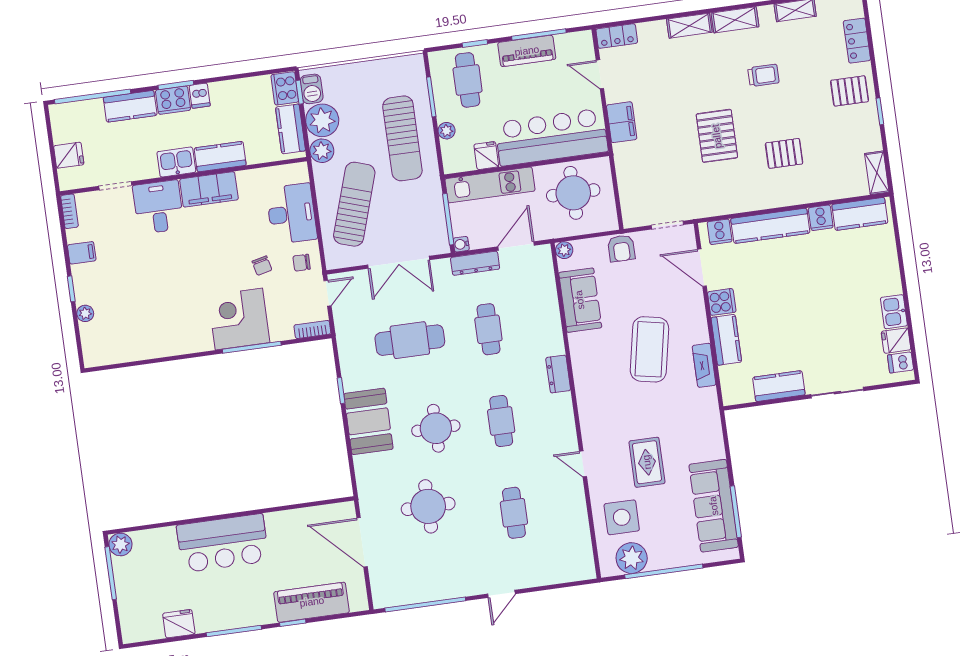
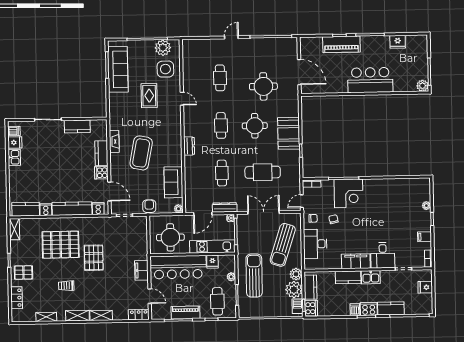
pallet: (784, 153) -> (61, 245), width x2.05, depth x2.00
piano: (312, 602) -> (341, 44), moved

